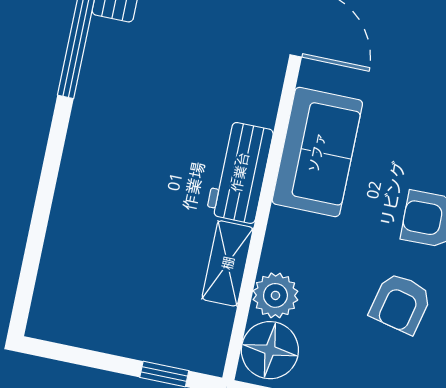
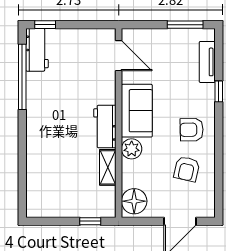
plant: (275, 295) -> (132, 149), moved

